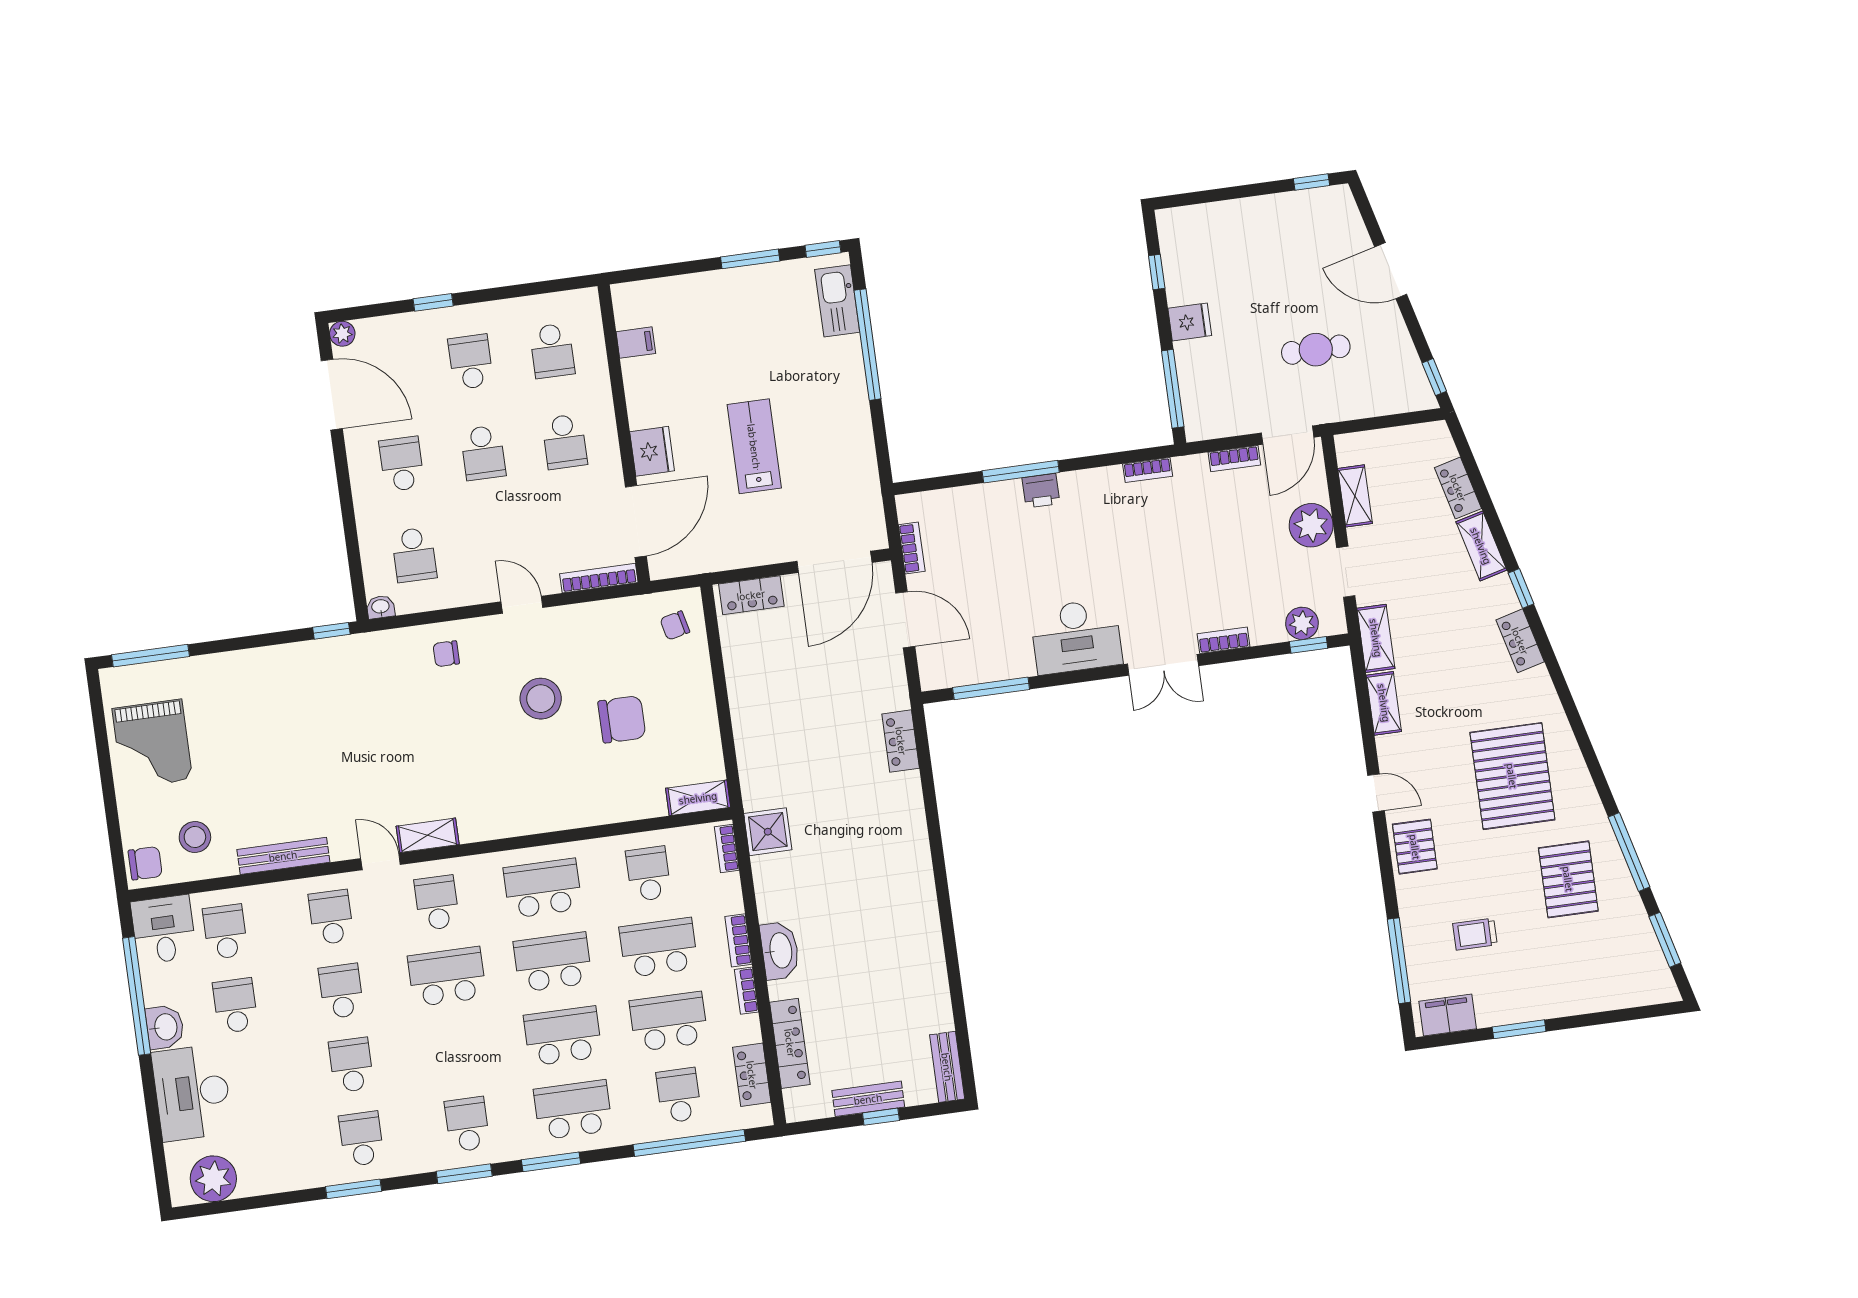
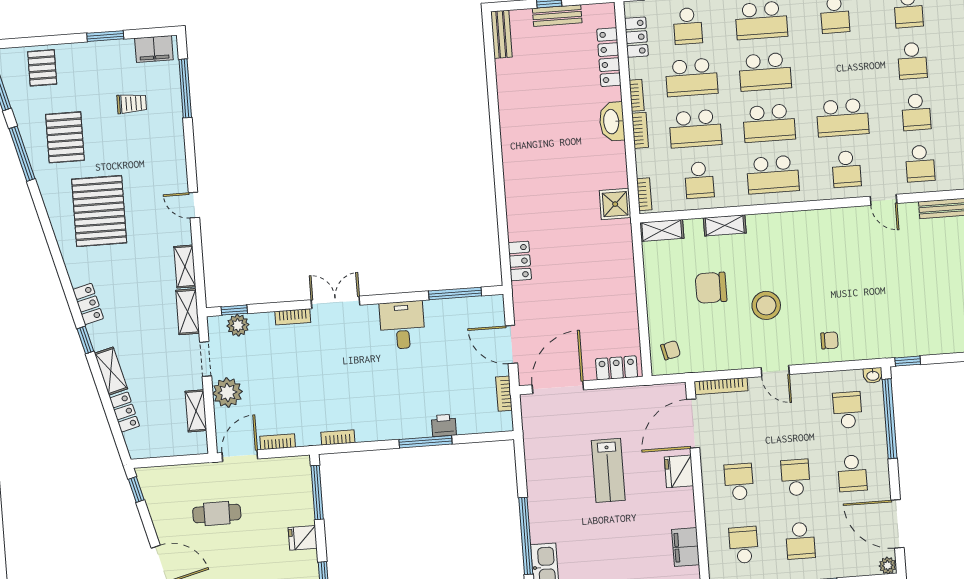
filing cabinet: (636, 343) -> (686, 547), width x2.00
printer: (1041, 491) -> (444, 425), moved
window: (352, 546) -> (890, 419), added
desk: (1076, 636) -> (402, 325), width x0.73
shelving: (428, 835) -> (725, 225), moved
pallet: (1415, 847) -> (42, 68), moved

